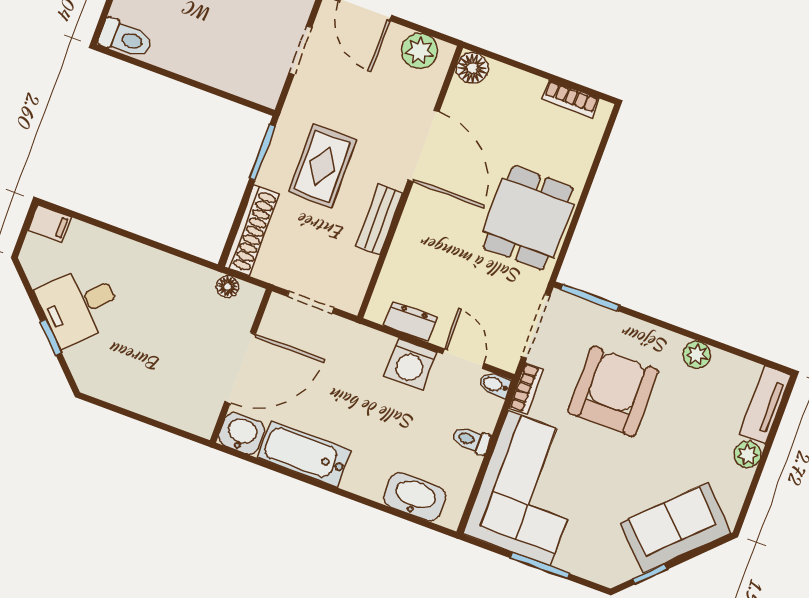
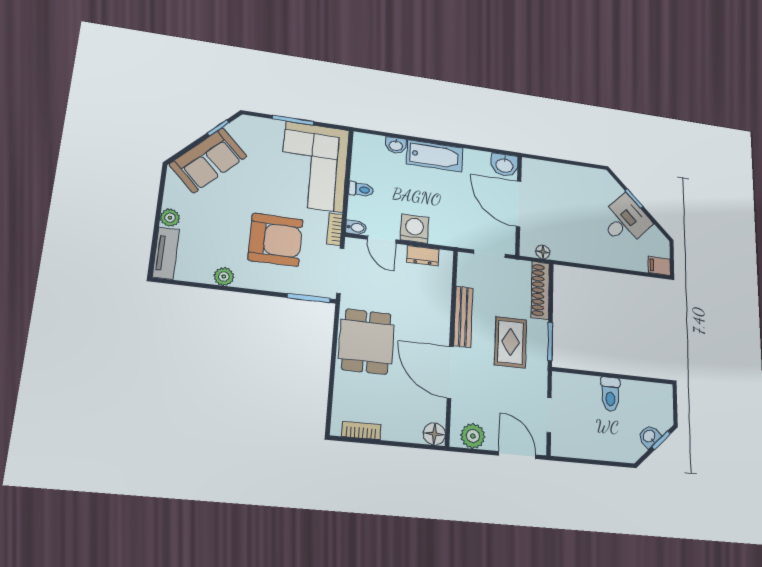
toilet: (126, 39) -> (610, 394), moved, turned -90
bench: (379, 219) -> (463, 317), width x1.36
door: (240, 368) -> (519, 204), hinge flipped
armchair: (613, 391) -> (276, 240), turned -90
bathtub: (305, 454) -> (435, 156), moved
washbasin: (415, 497) -> (396, 145), width x0.52, depth x0.69

